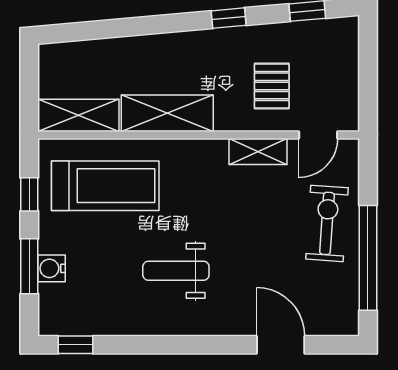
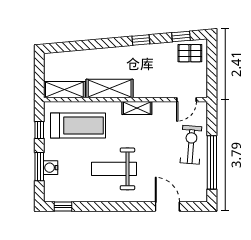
pallet: (272, 86) -> (190, 53), moved, turned 90
shelving: (258, 152) -> (137, 108), moved
weight bench: (176, 271) -> (114, 169), width x1.36, depth x1.33

